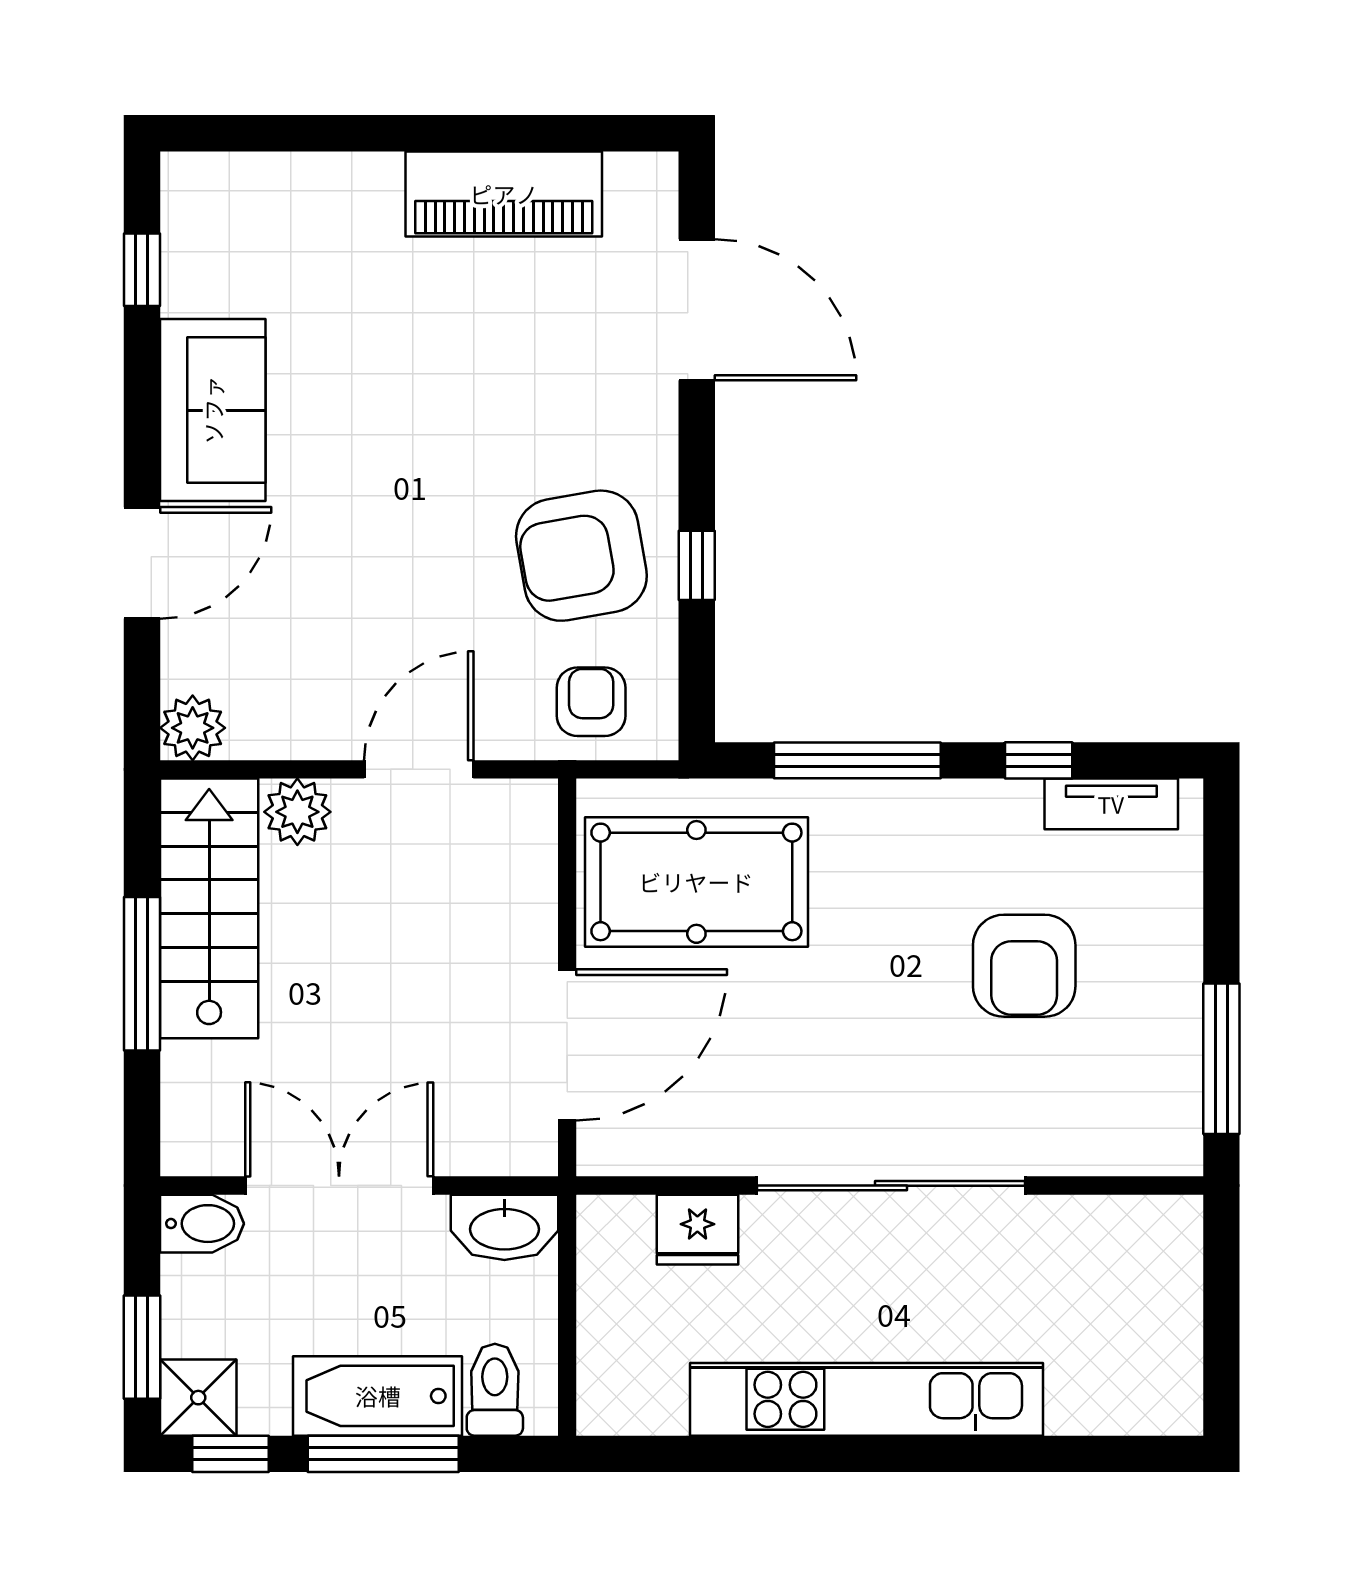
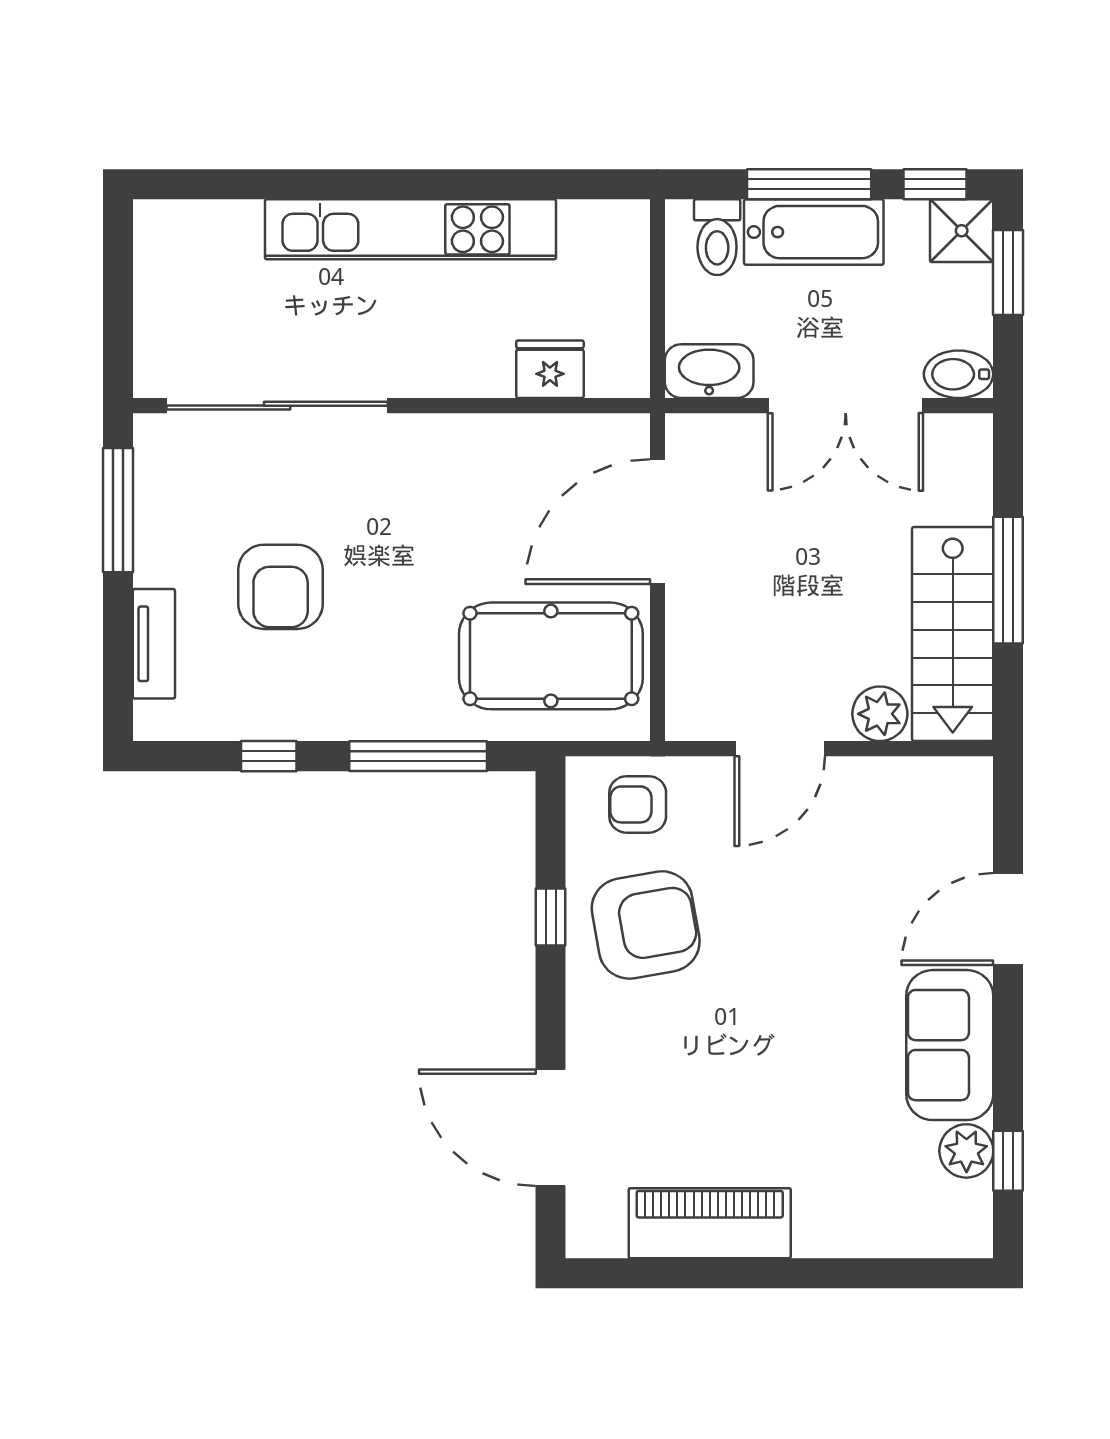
armchair: (591, 702) -> (638, 804), turned 90
plant: (193, 728) -> (966, 1151), moved
tv unit: (1111, 804) -> (154, 644), moved, turned 90
armchair: (1024, 966) -> (281, 587), turned 180
sliding door: (891, 1186) -> (277, 406), moved

